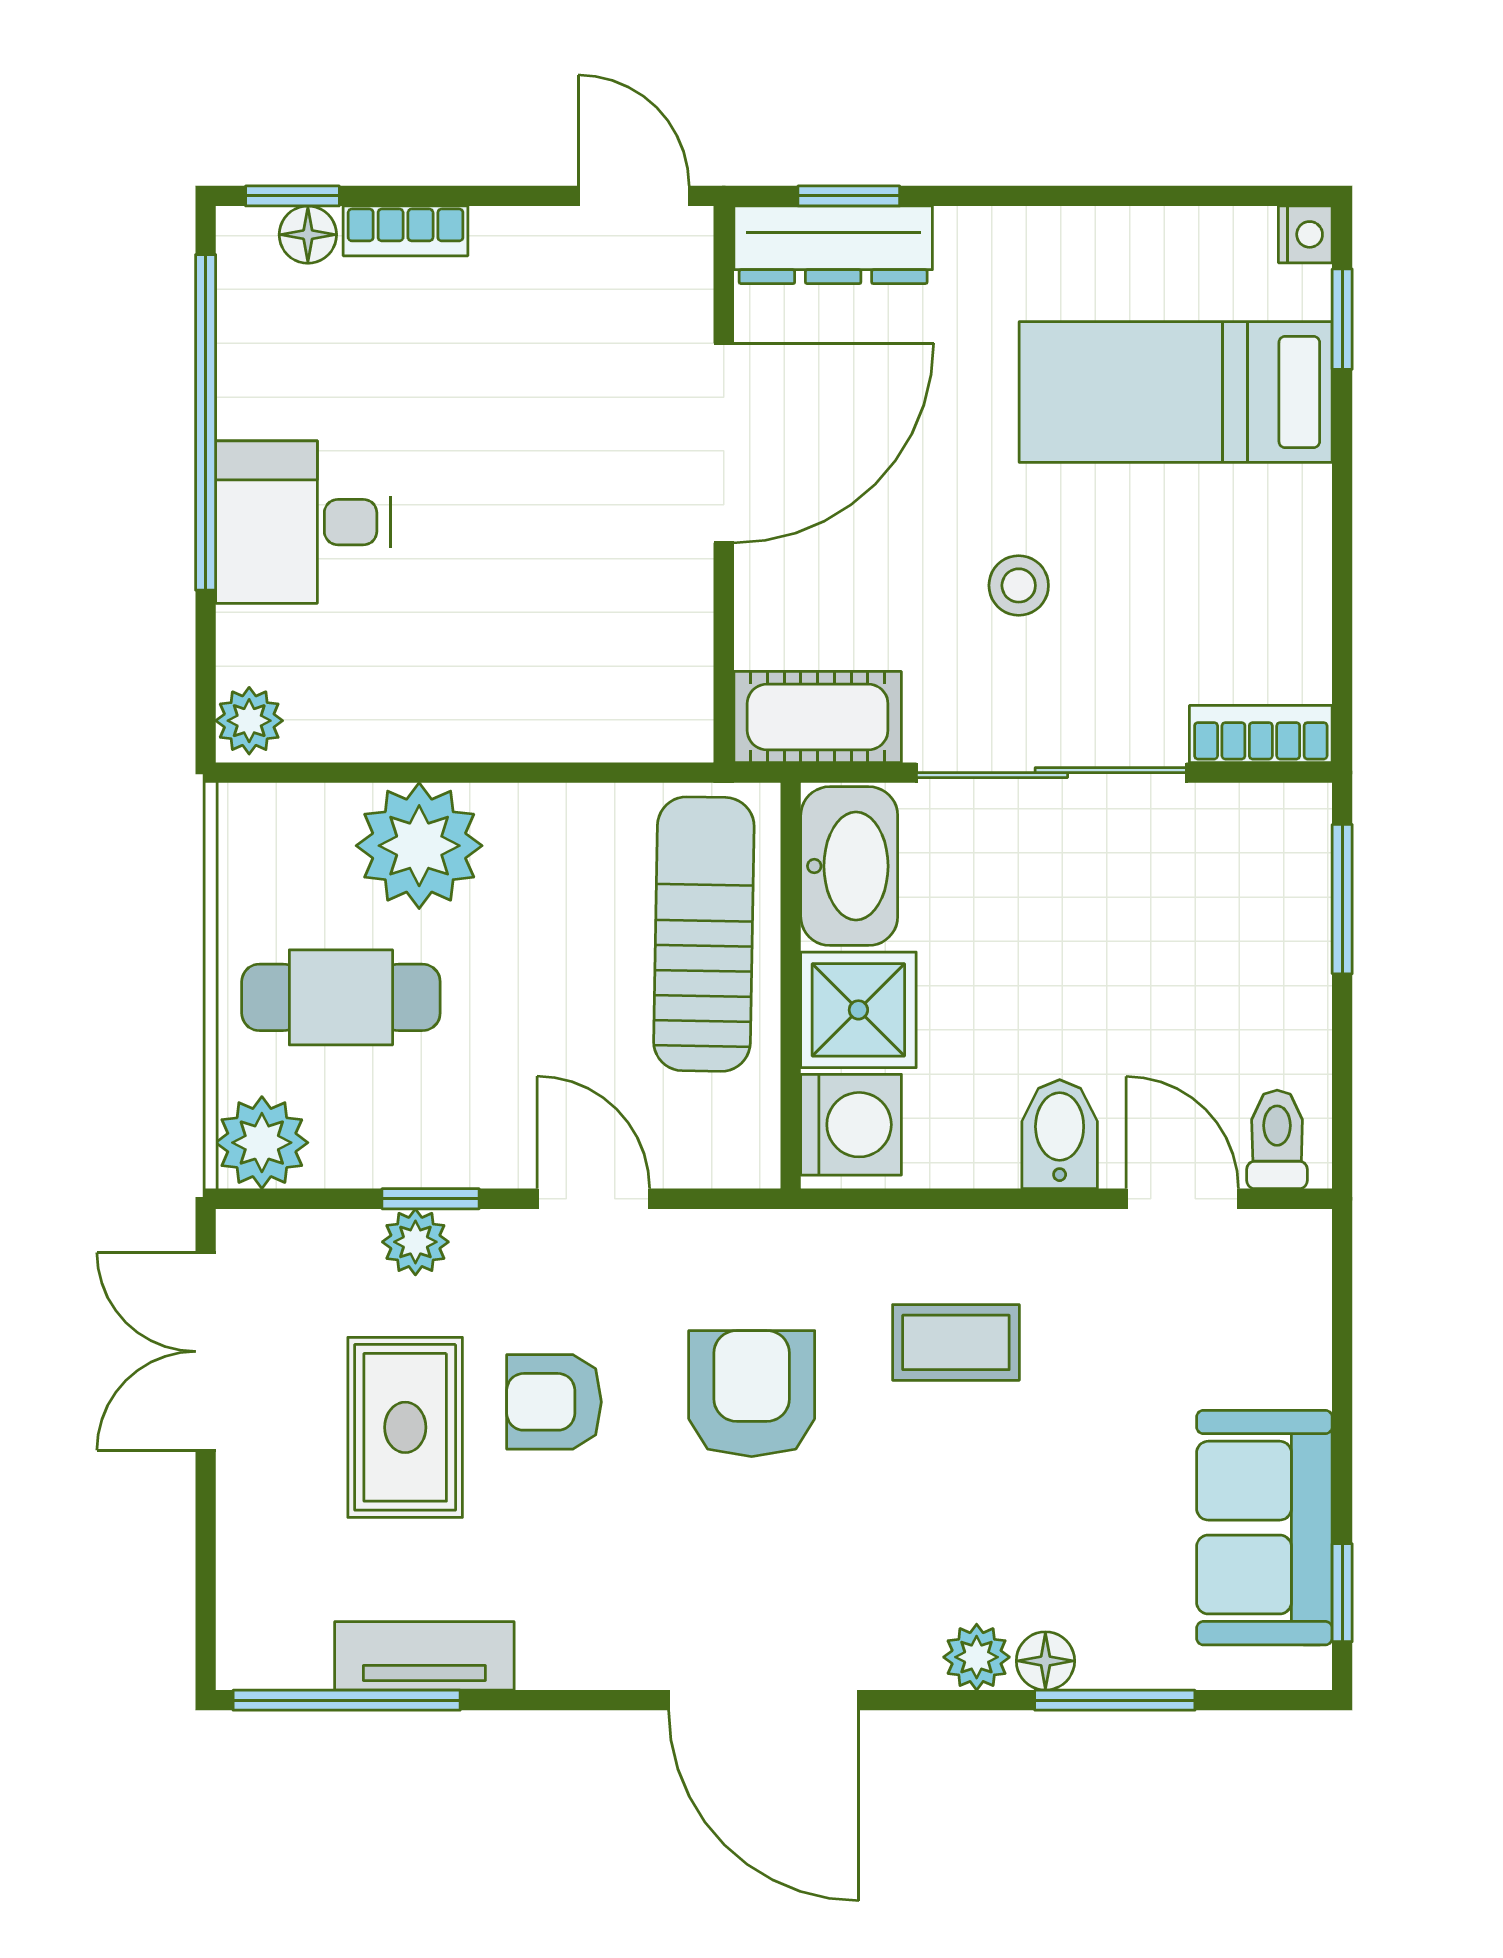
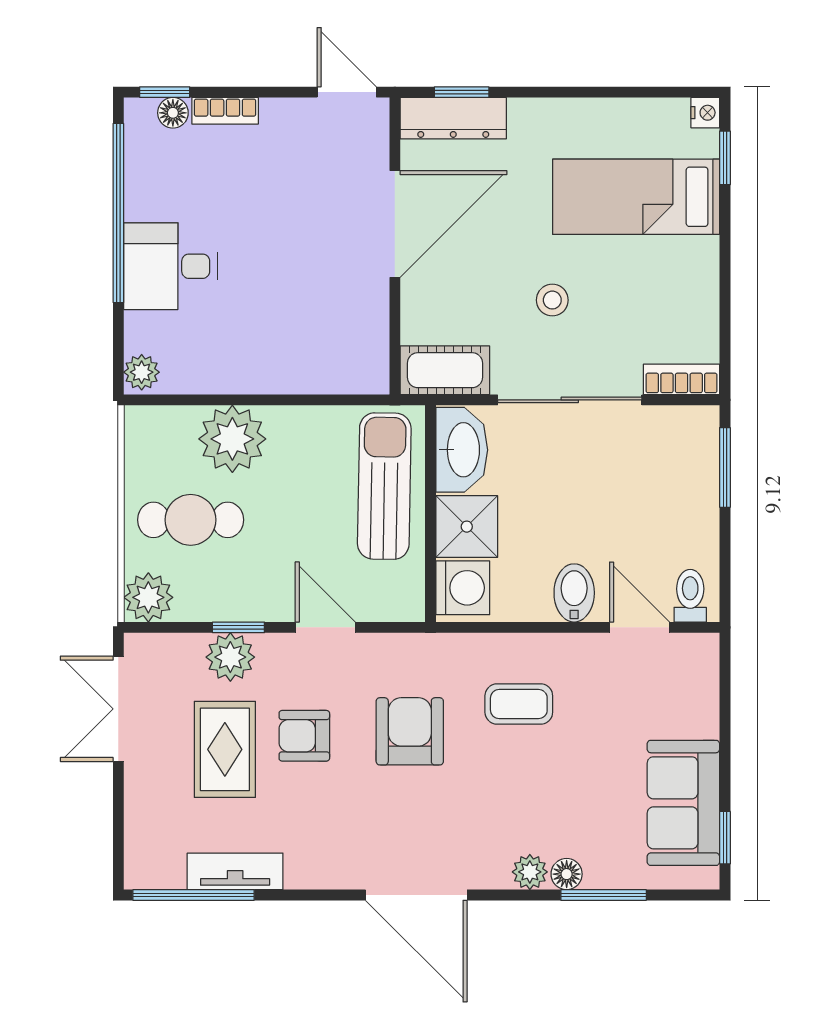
plant: (415, 1242) -> (230, 657), width x1.38, depth x1.38

